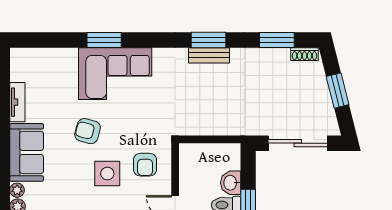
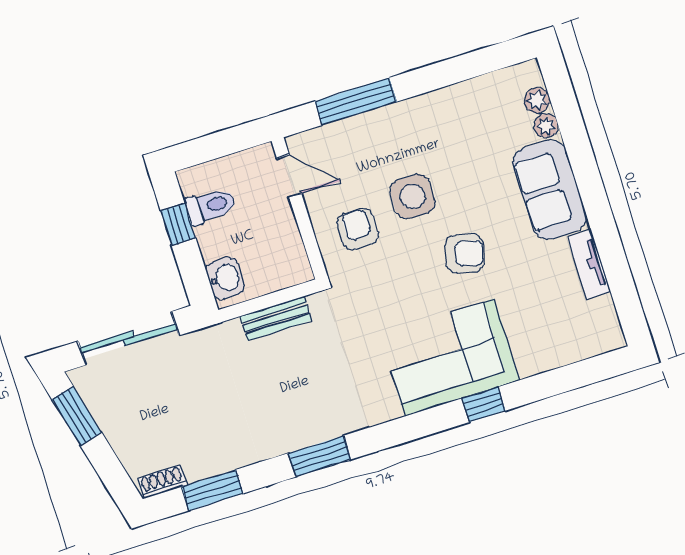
window: (104, 40) -> (484, 405), width x0.67
bench: (209, 55) -> (276, 318), moved
window: (338, 91) -> (77, 416), moved
washbasin: (231, 183) -> (225, 278), moved

